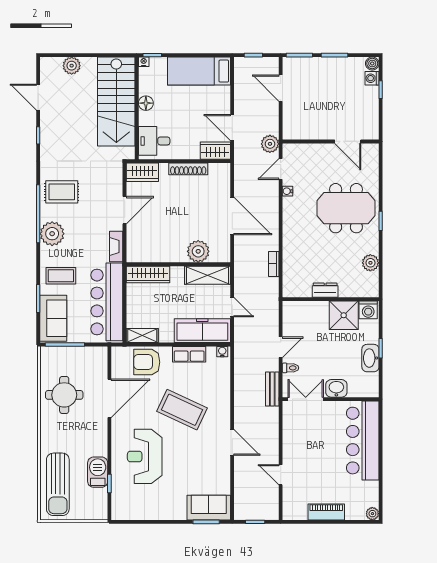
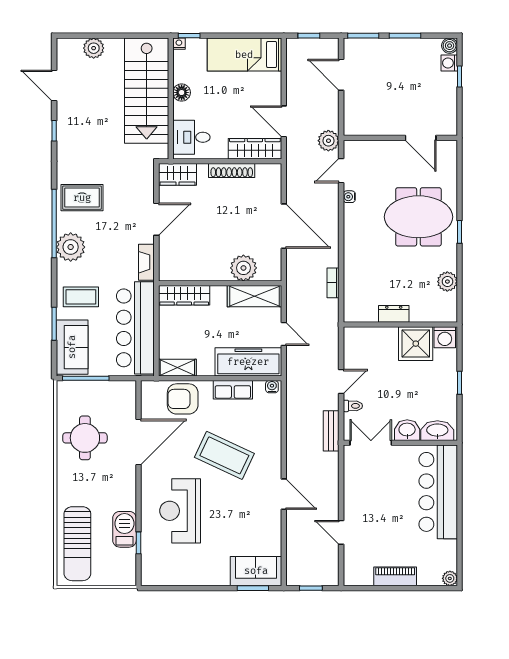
wardrobe: (215, 151) -> (255, 149), width x1.50
washbasin: (370, 358) -> (437, 431), moved, turned 90

